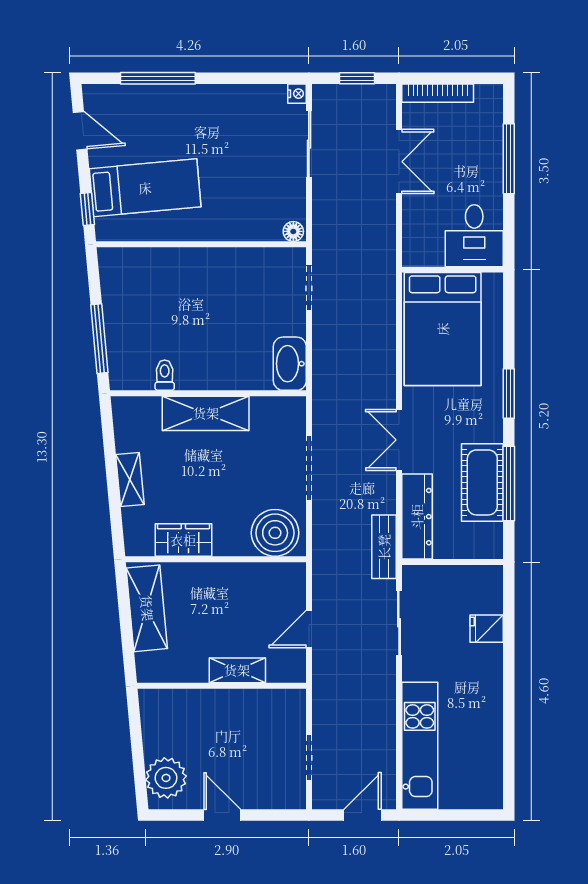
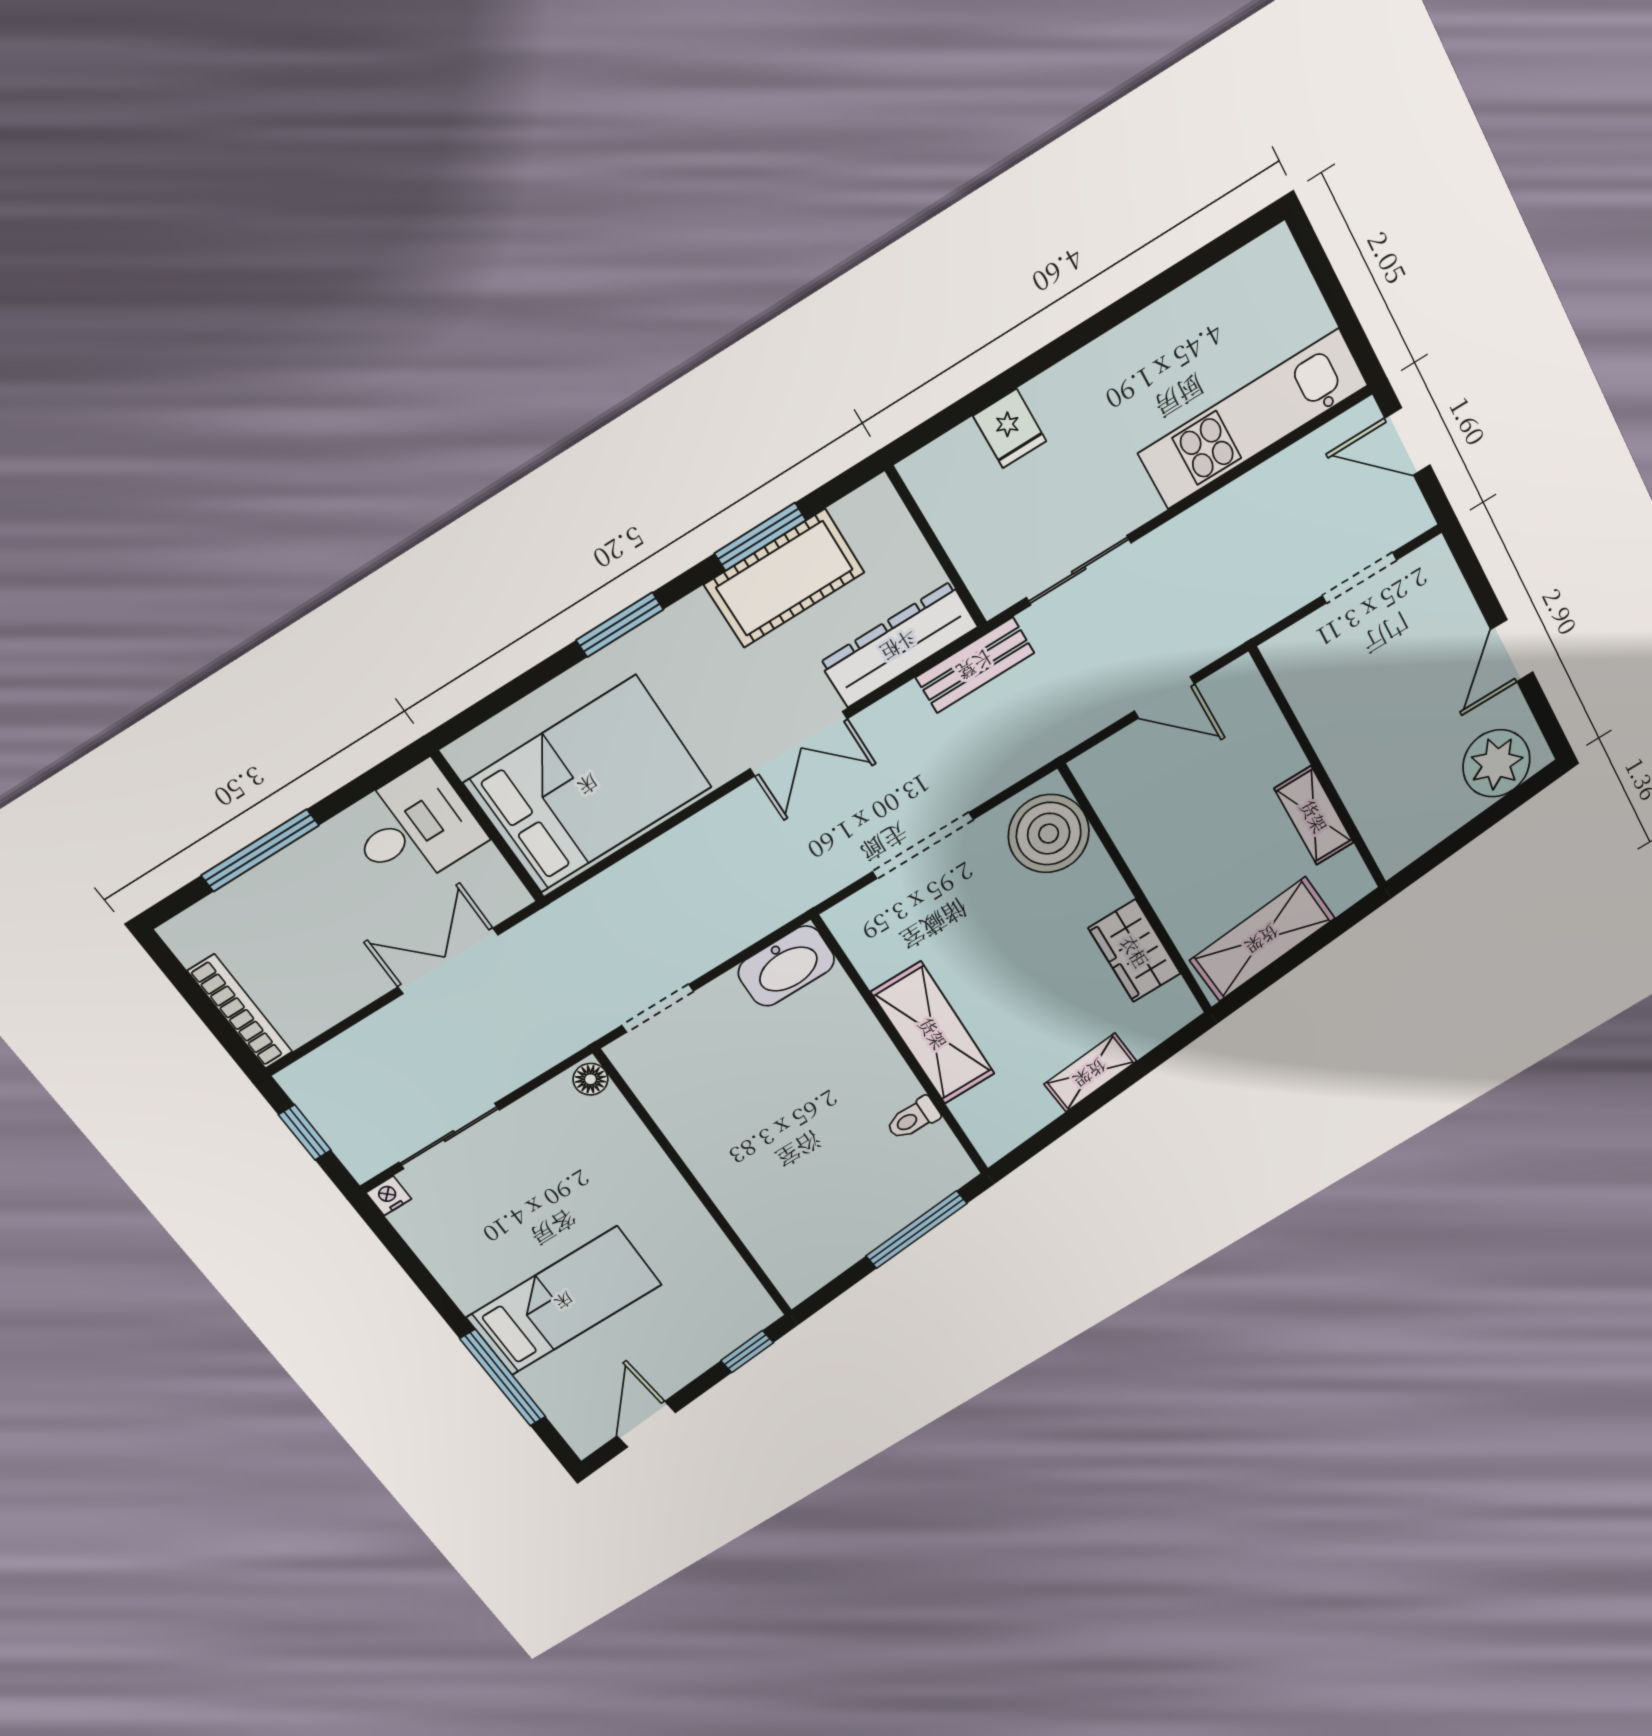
double door: (399, 162) -> (448, 961), moved
bed: (145, 188) -> (564, 1301), moved, turned 95
window: (509, 483) -> (760, 537), width x0.69
shelving: (237, 670) -> (1314, 816), moved

